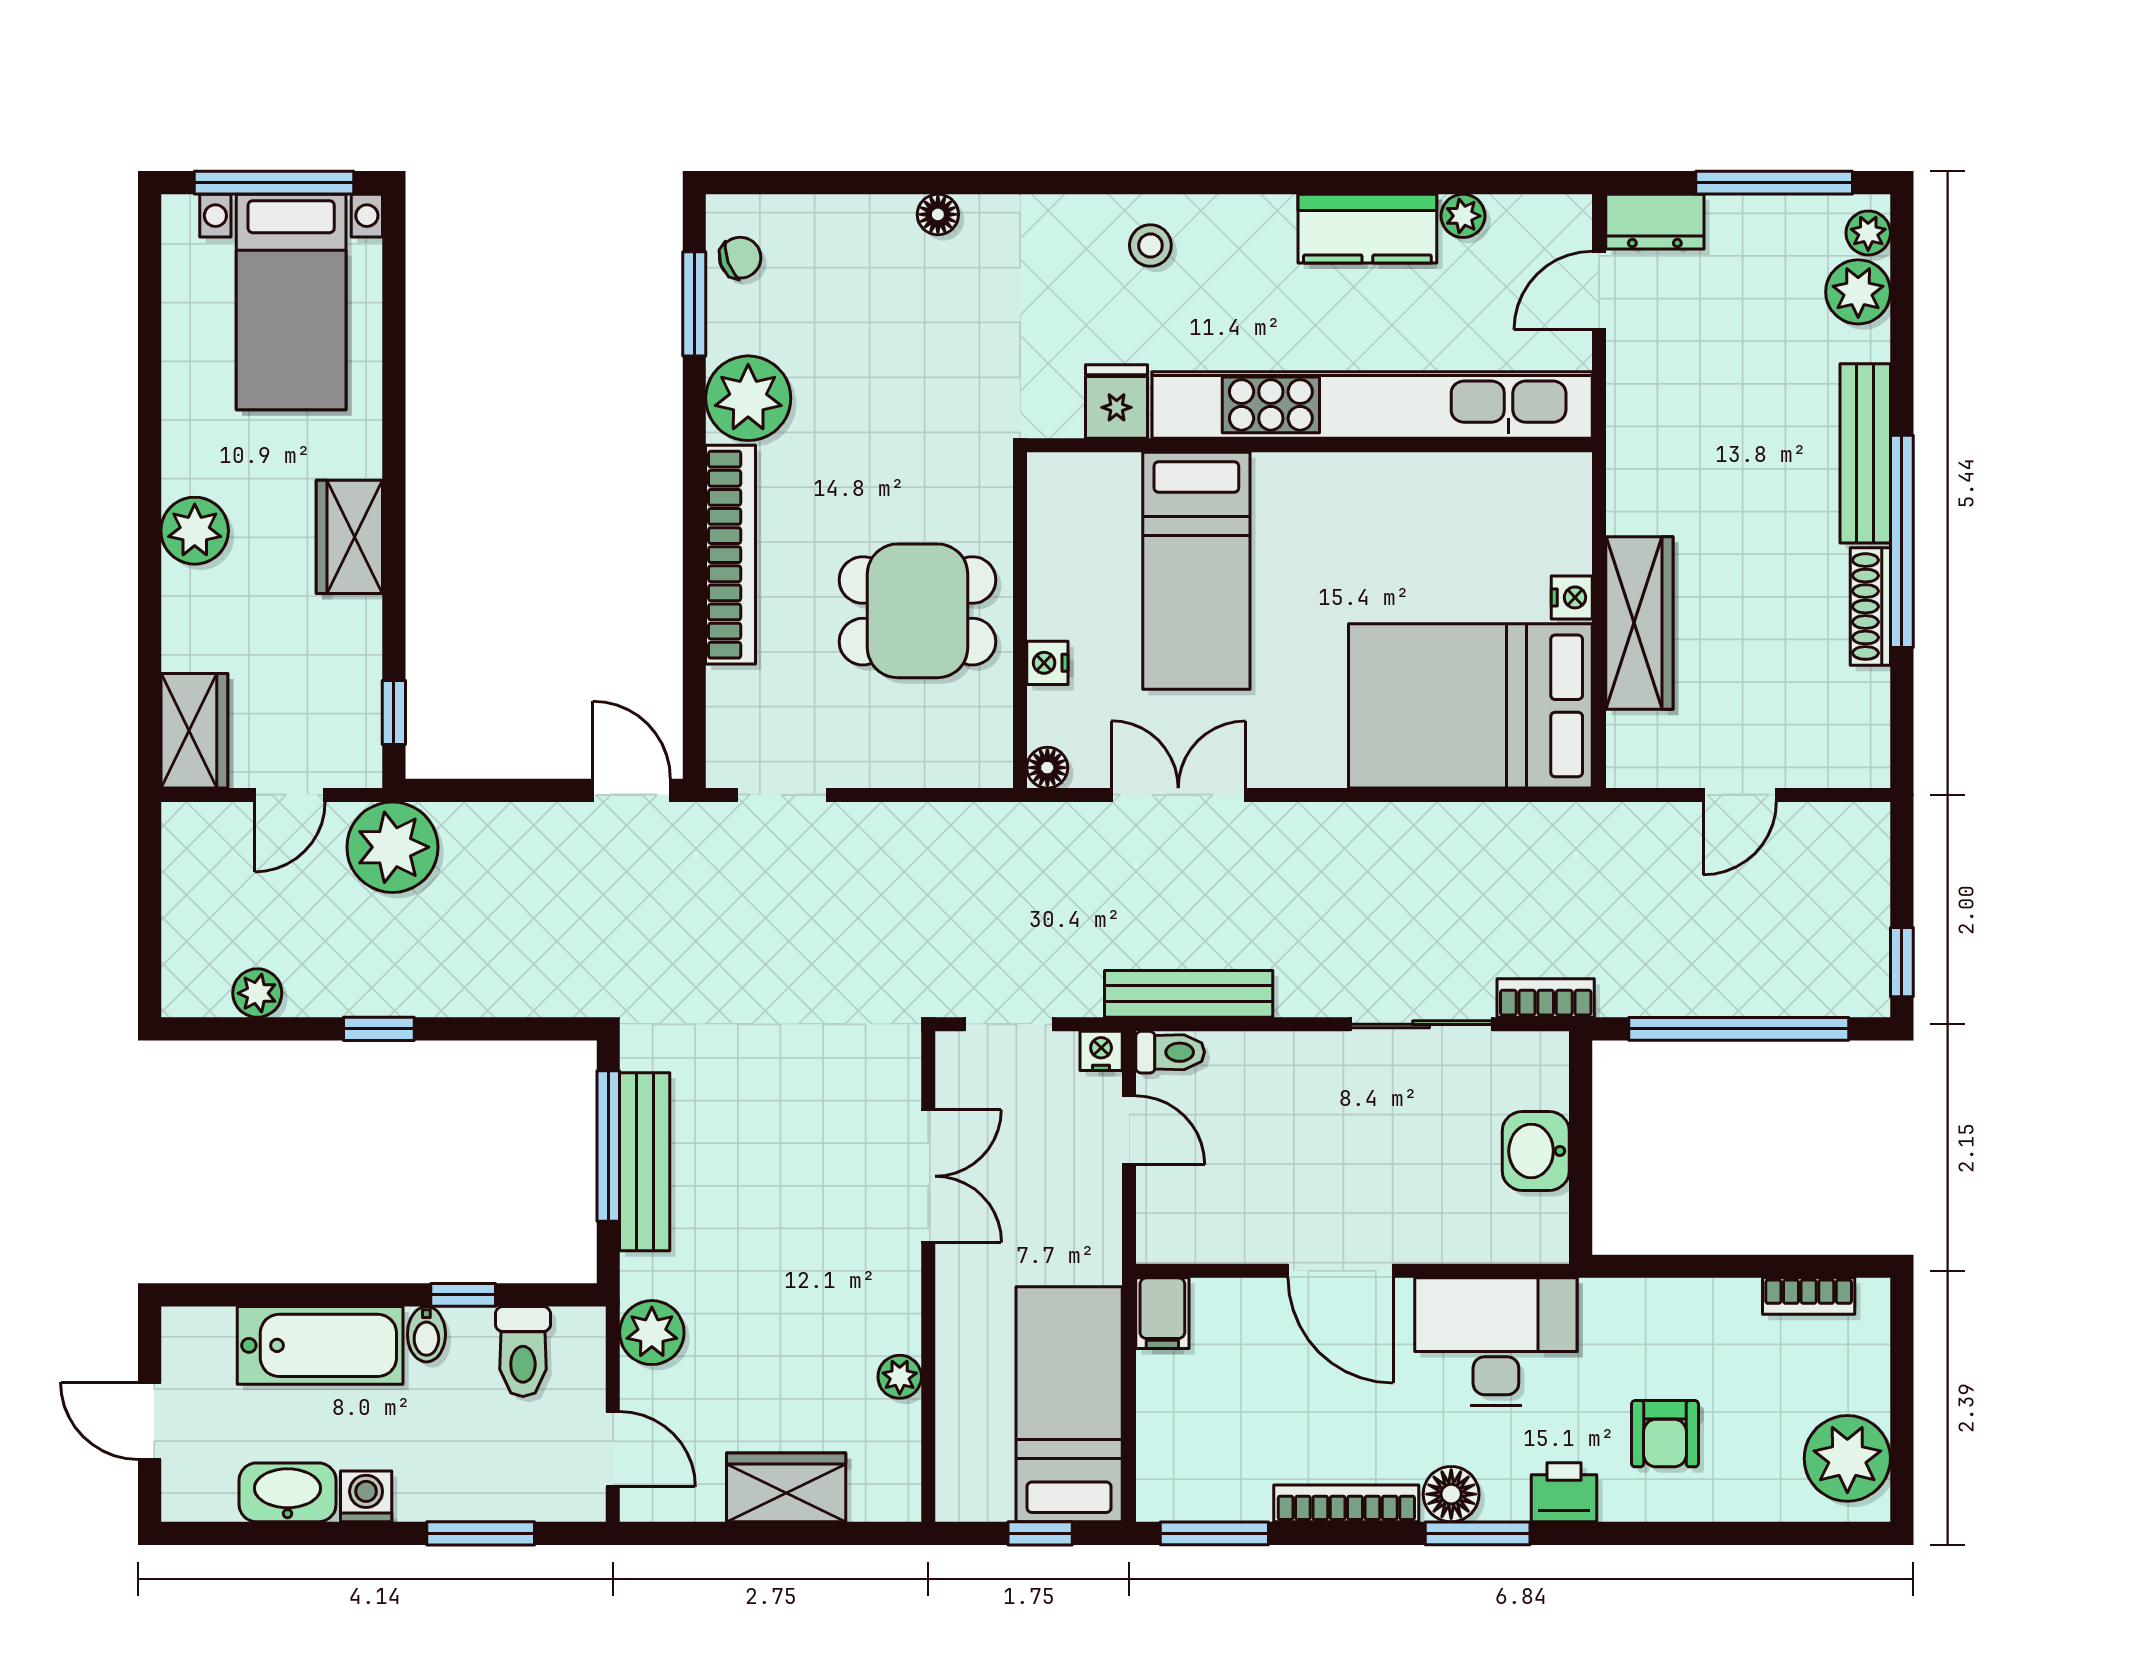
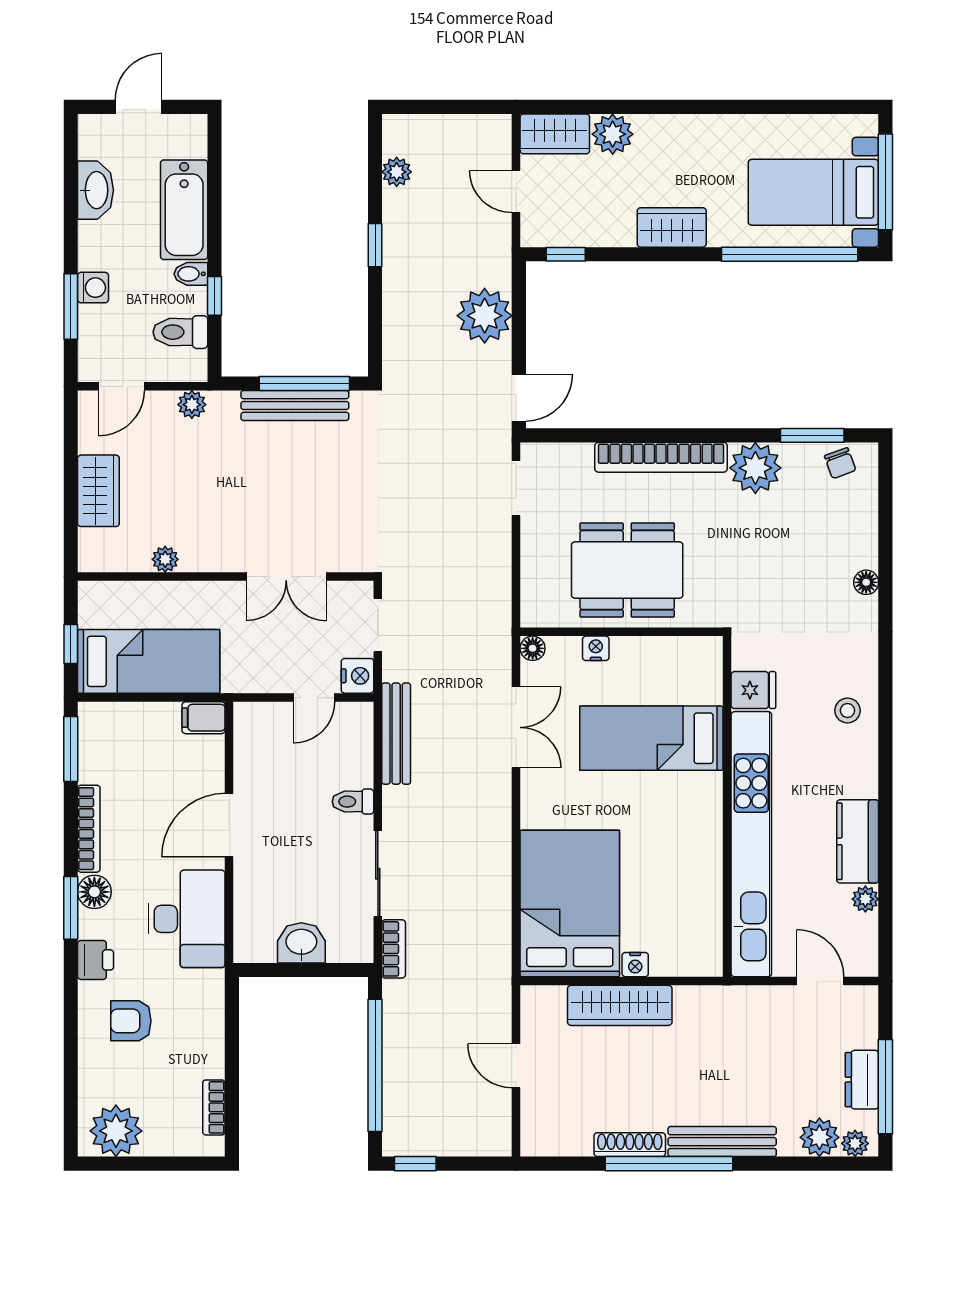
dresser: (1655, 222) -> (862, 1080), moved
window: (394, 342) -> (790, 254), added
plant: (195, 531) -> (613, 134), moved
dining table: (918, 611) -> (627, 570), width x1.38
plant: (392, 847) -> (485, 316), moved
nightstand: (1101, 1051) -> (357, 676), width x1.39, depth x1.35
toilet: (1170, 1052) -> (353, 802), moved, turned 90
plant: (652, 1333) -> (192, 405), width x0.73, depth x0.73
washing machine: (366, 1496) -> (93, 288), moved

